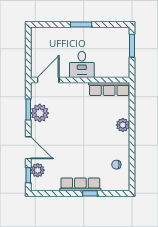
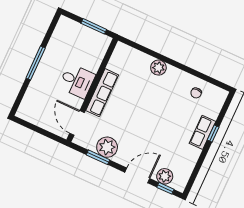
window: (81, 24) -> (36, 63), width x1.44
window: (132, 46) -> (94, 26), moved
row of seats: (109, 89) -> (102, 93), moved
row of seats: (80, 184) -> (202, 132), width x0.68

